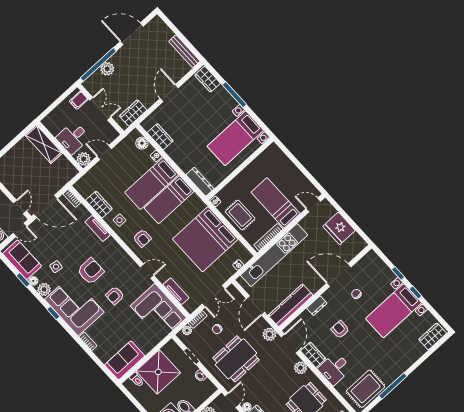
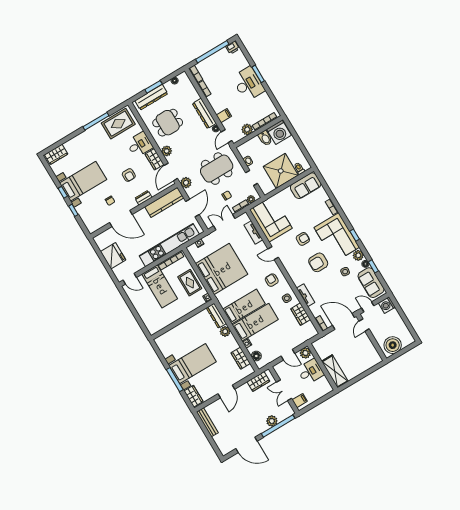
bed with nightstands: (235, 138) -> (192, 364), moved
plant: (185, 165) -> (225, 331), added

